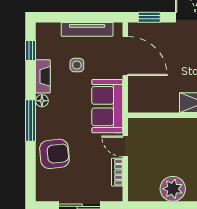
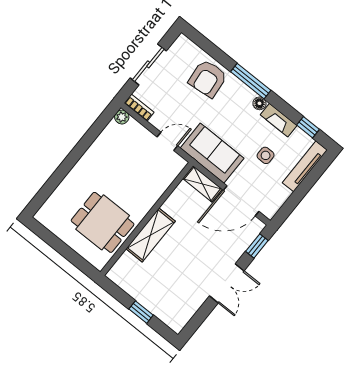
tv unit: (87, 29) -> (305, 166), moved
shelving: (136, 95) -> (202, 184), added
bookcase: (117, 172) -> (139, 108), moved
plant: (173, 189) -> (122, 117), moved, width x0.53, depth x0.53

